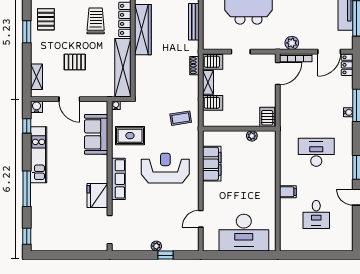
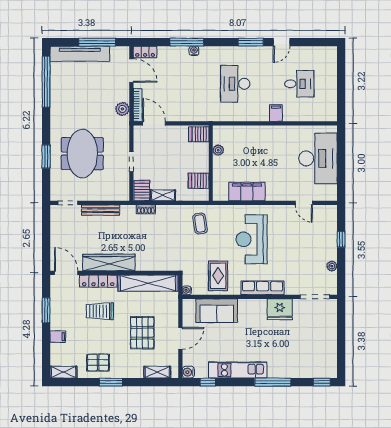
pallet: (75, 62) -> (142, 333), width x1.50, depth x1.42
server rack: (213, 103) -> (199, 181), moved, turned -90
plant: (156, 246) -> (332, 266), moved

